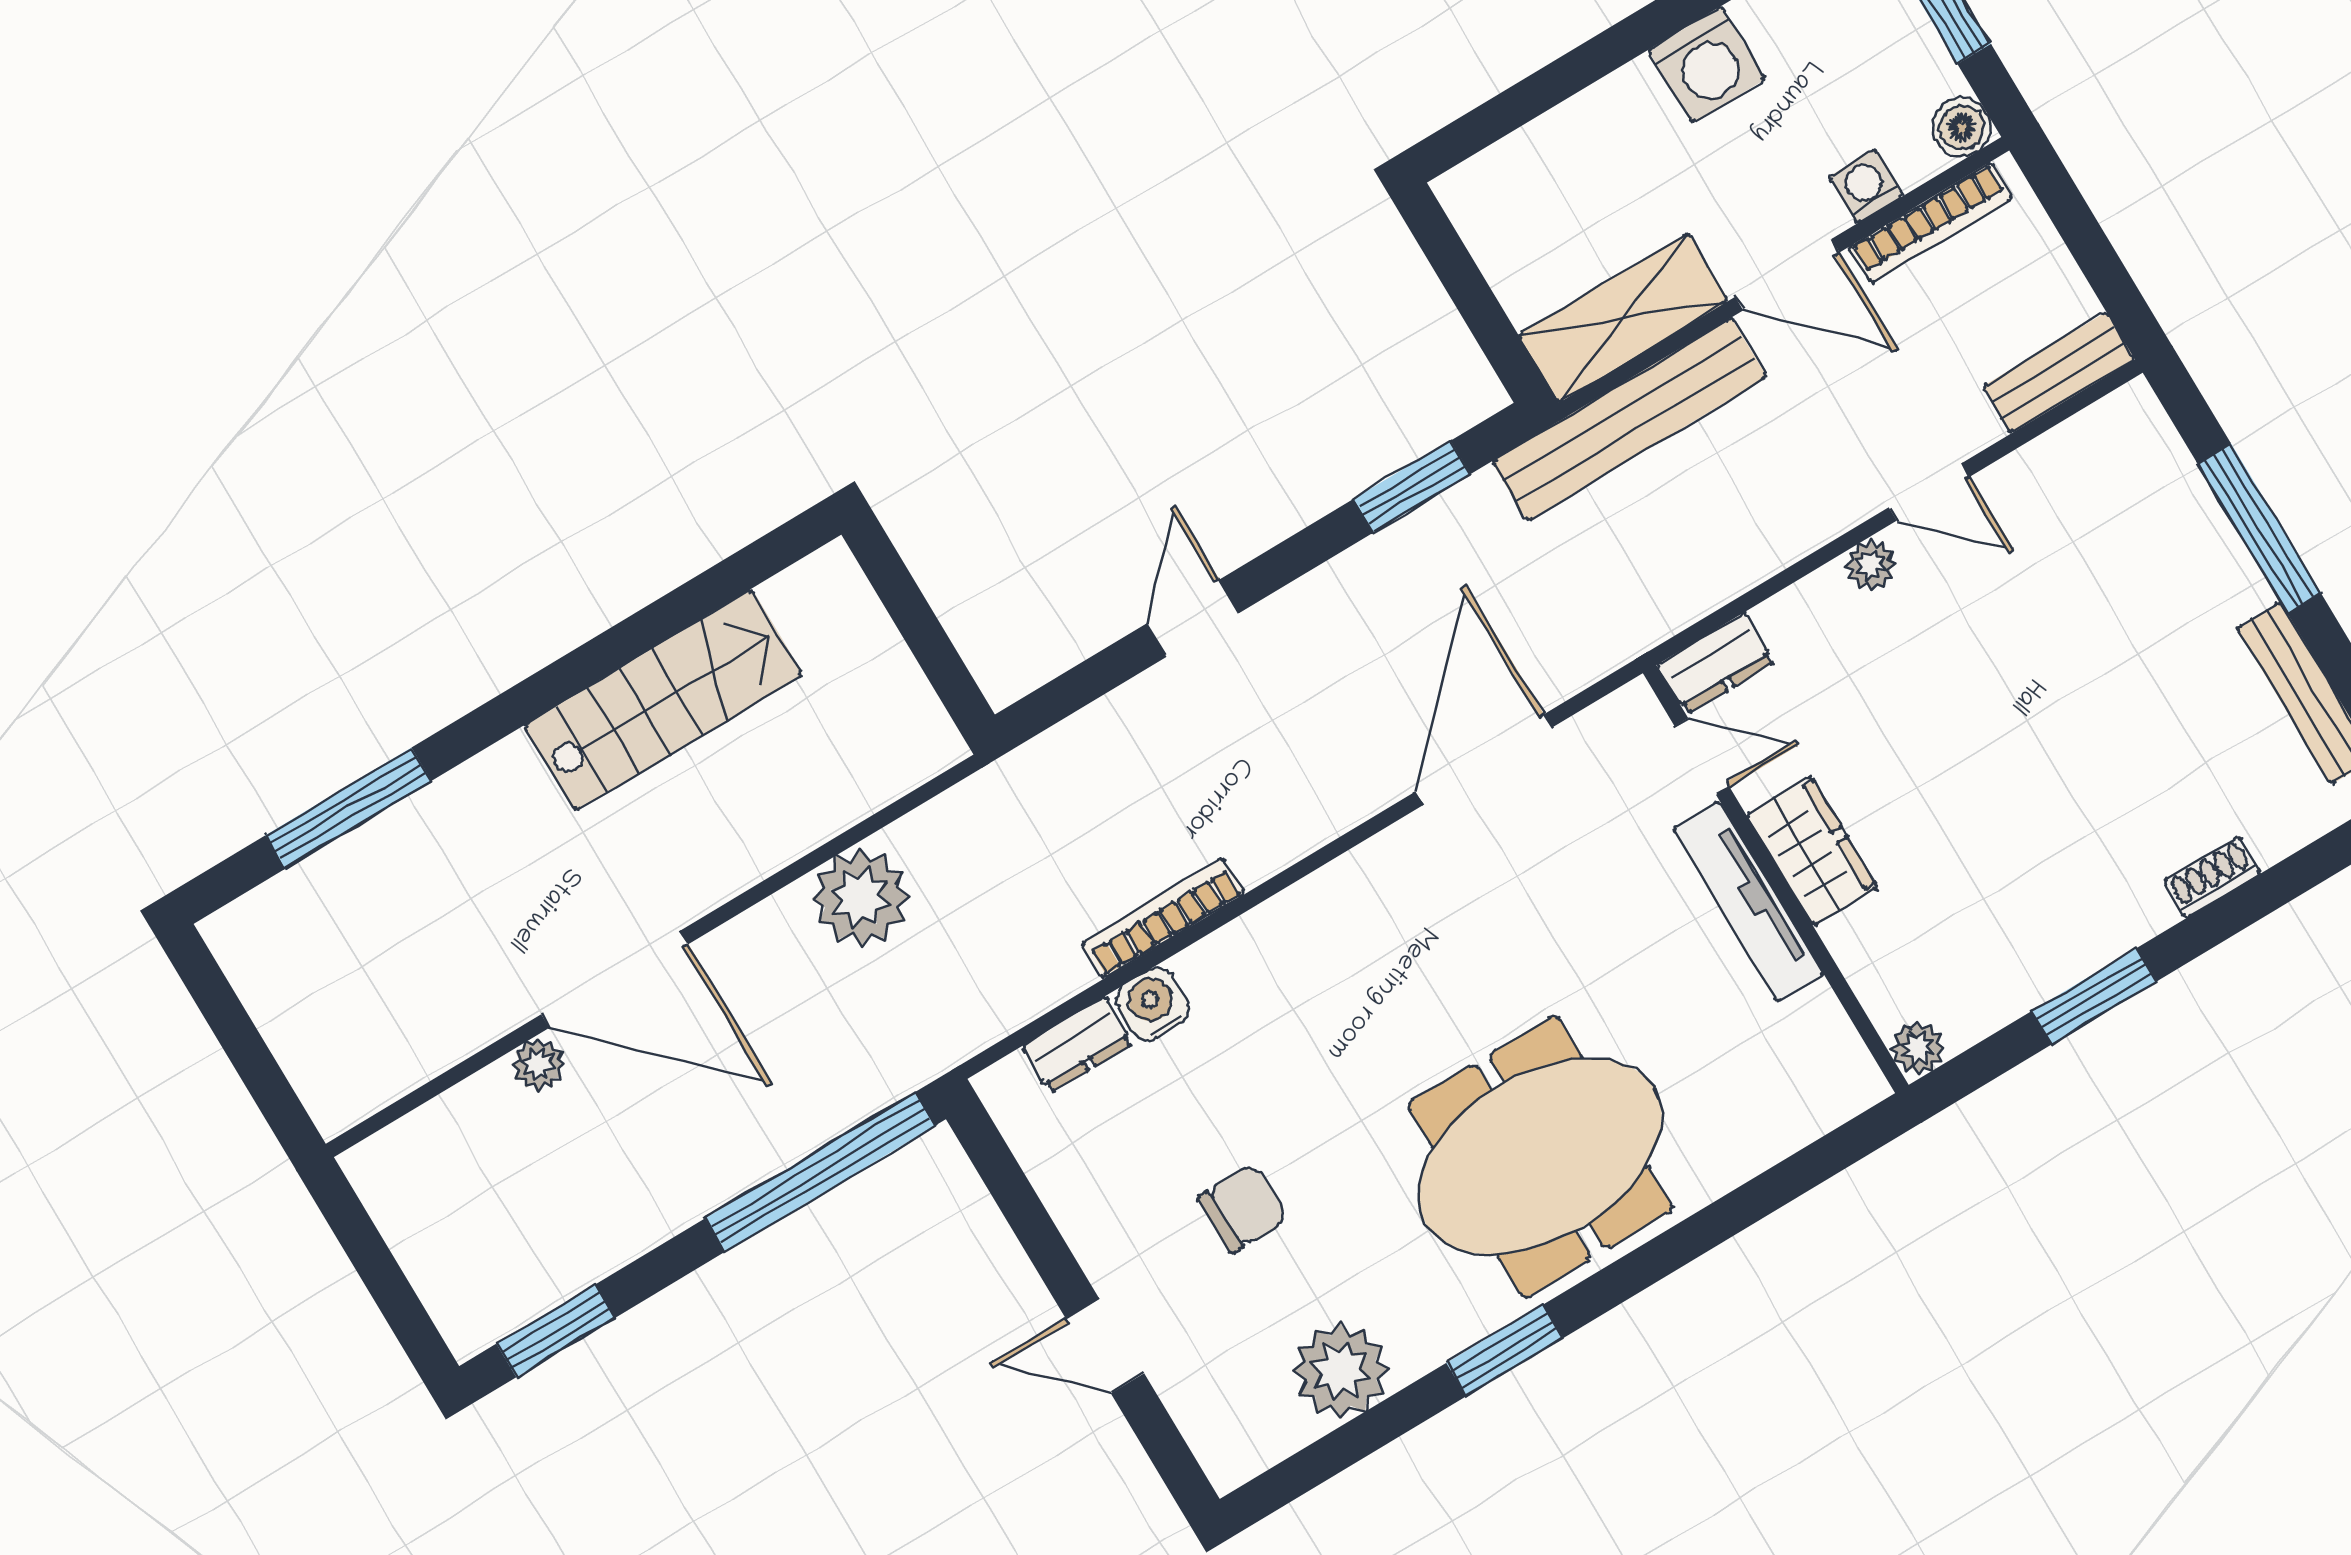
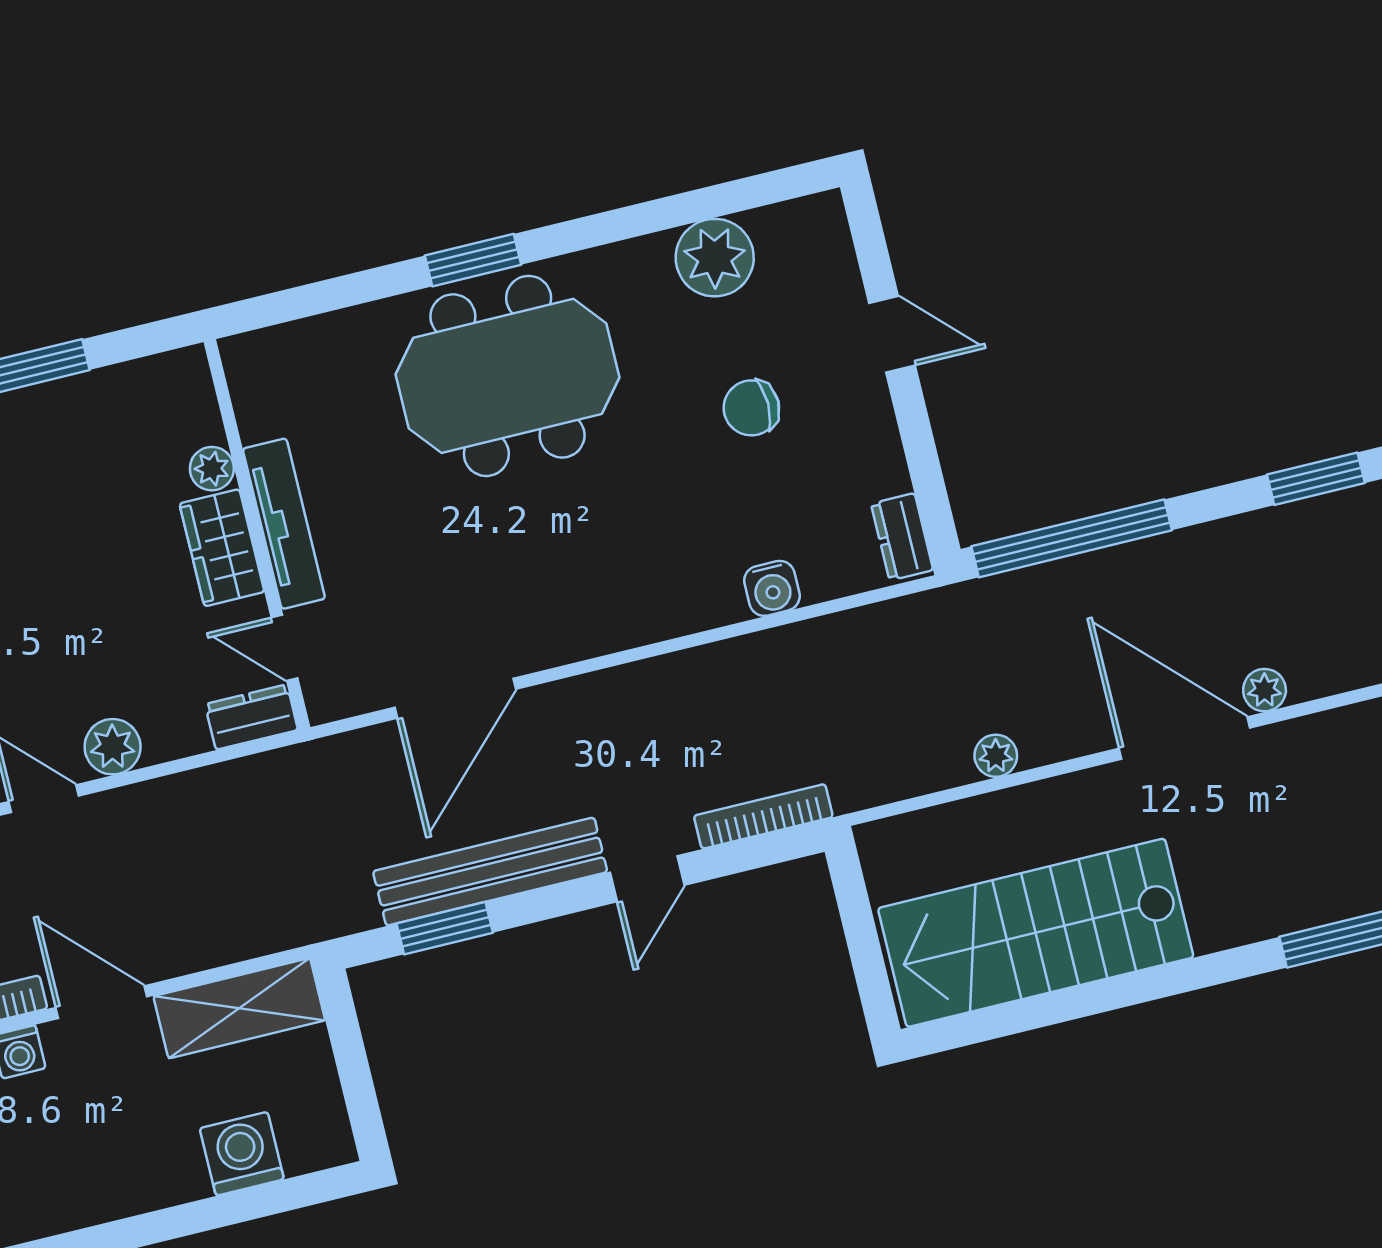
washing machine: (1707, 65) -> (242, 1154), moved
bench: (1629, 419) -> (490, 872), moved
plant: (1871, 565) -> (113, 747), width x1.38, depth x1.38
stairs: (664, 700) -> (1036, 933), width x1.36, depth x1.51
plant: (861, 897) -> (996, 756), width x0.53, depth x0.53
bookcase: (1163, 918) -> (763, 816), moved, turned 180
dresser: (1078, 1045) -> (902, 537), moved, turned -90
plant: (1918, 1048) -> (212, 469), moved
window: (1505, 1350) -> (473, 260), moved

